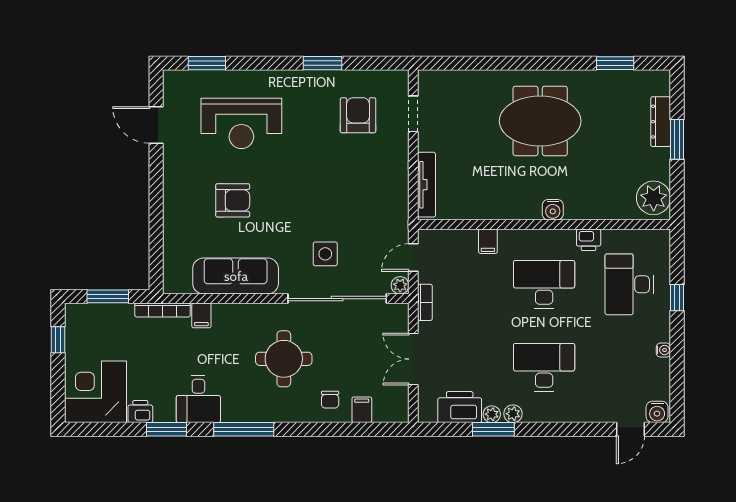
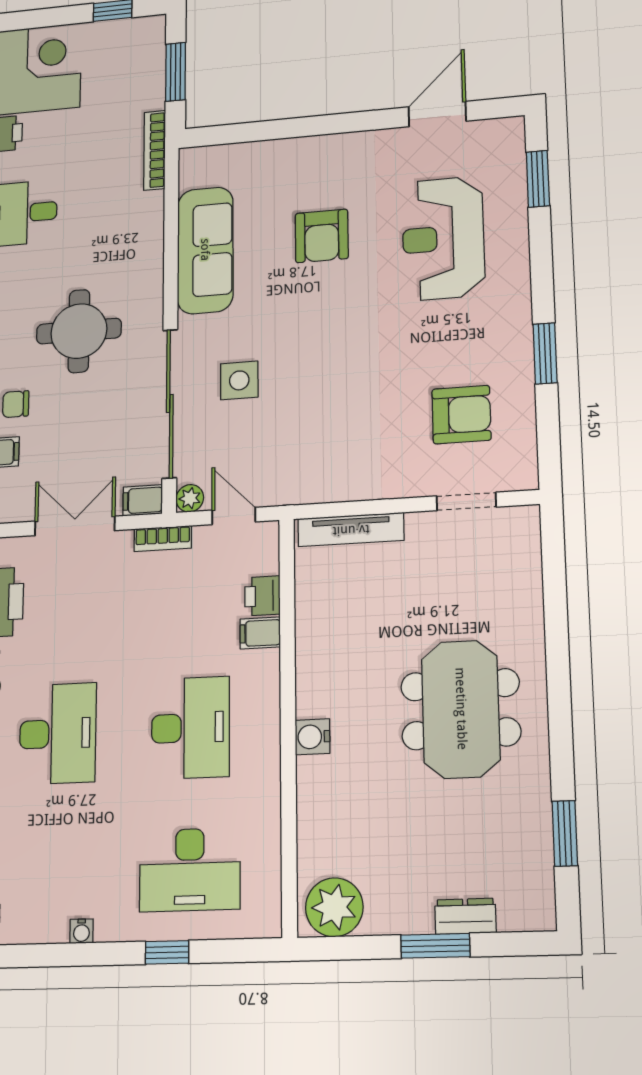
dresser: (661, 122) -> (465, 916), width x0.70
printer: (589, 240) -> (262, 596), moved
desk: (629, 284) -> (190, 870), turned 180
filing cabinet: (201, 315) -> (143, 500), moved

